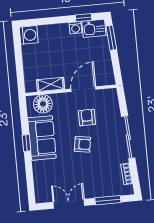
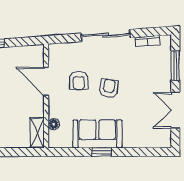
shelving: (51, 84) -> (37, 133), moved
floor lamp: (43, 104) -> (54, 124), width x0.53, depth x0.53
armchair: (87, 117) -> (79, 80), turned -90

